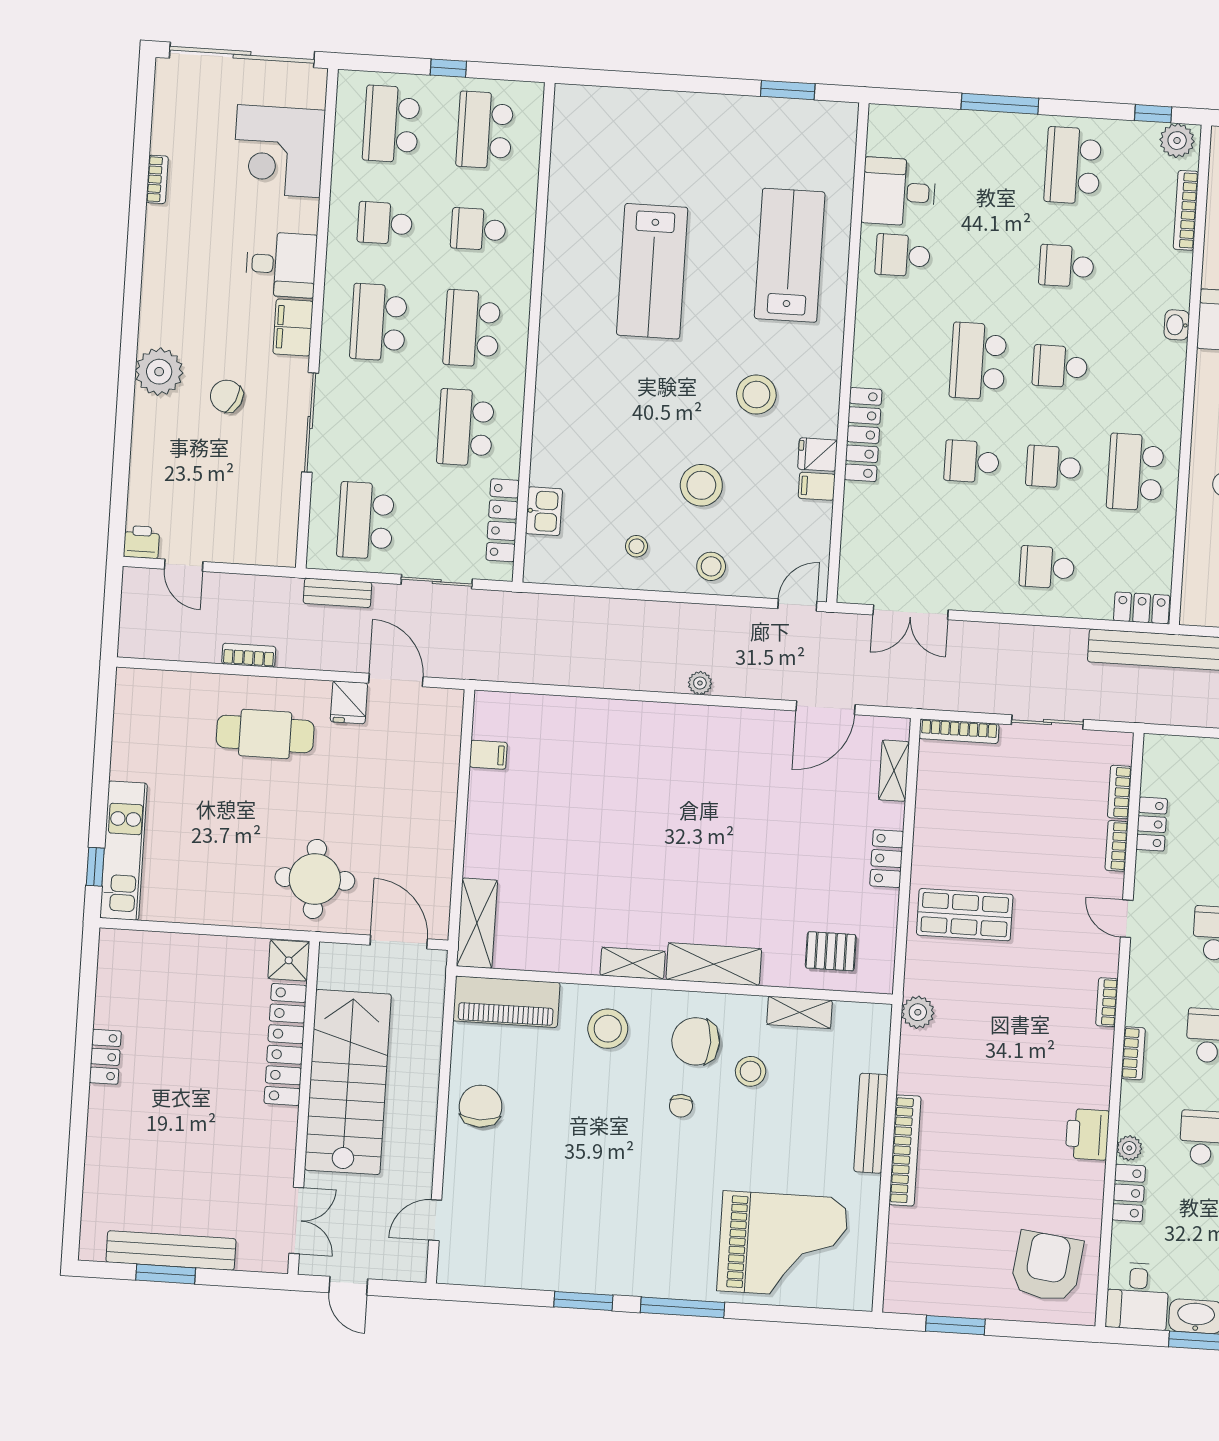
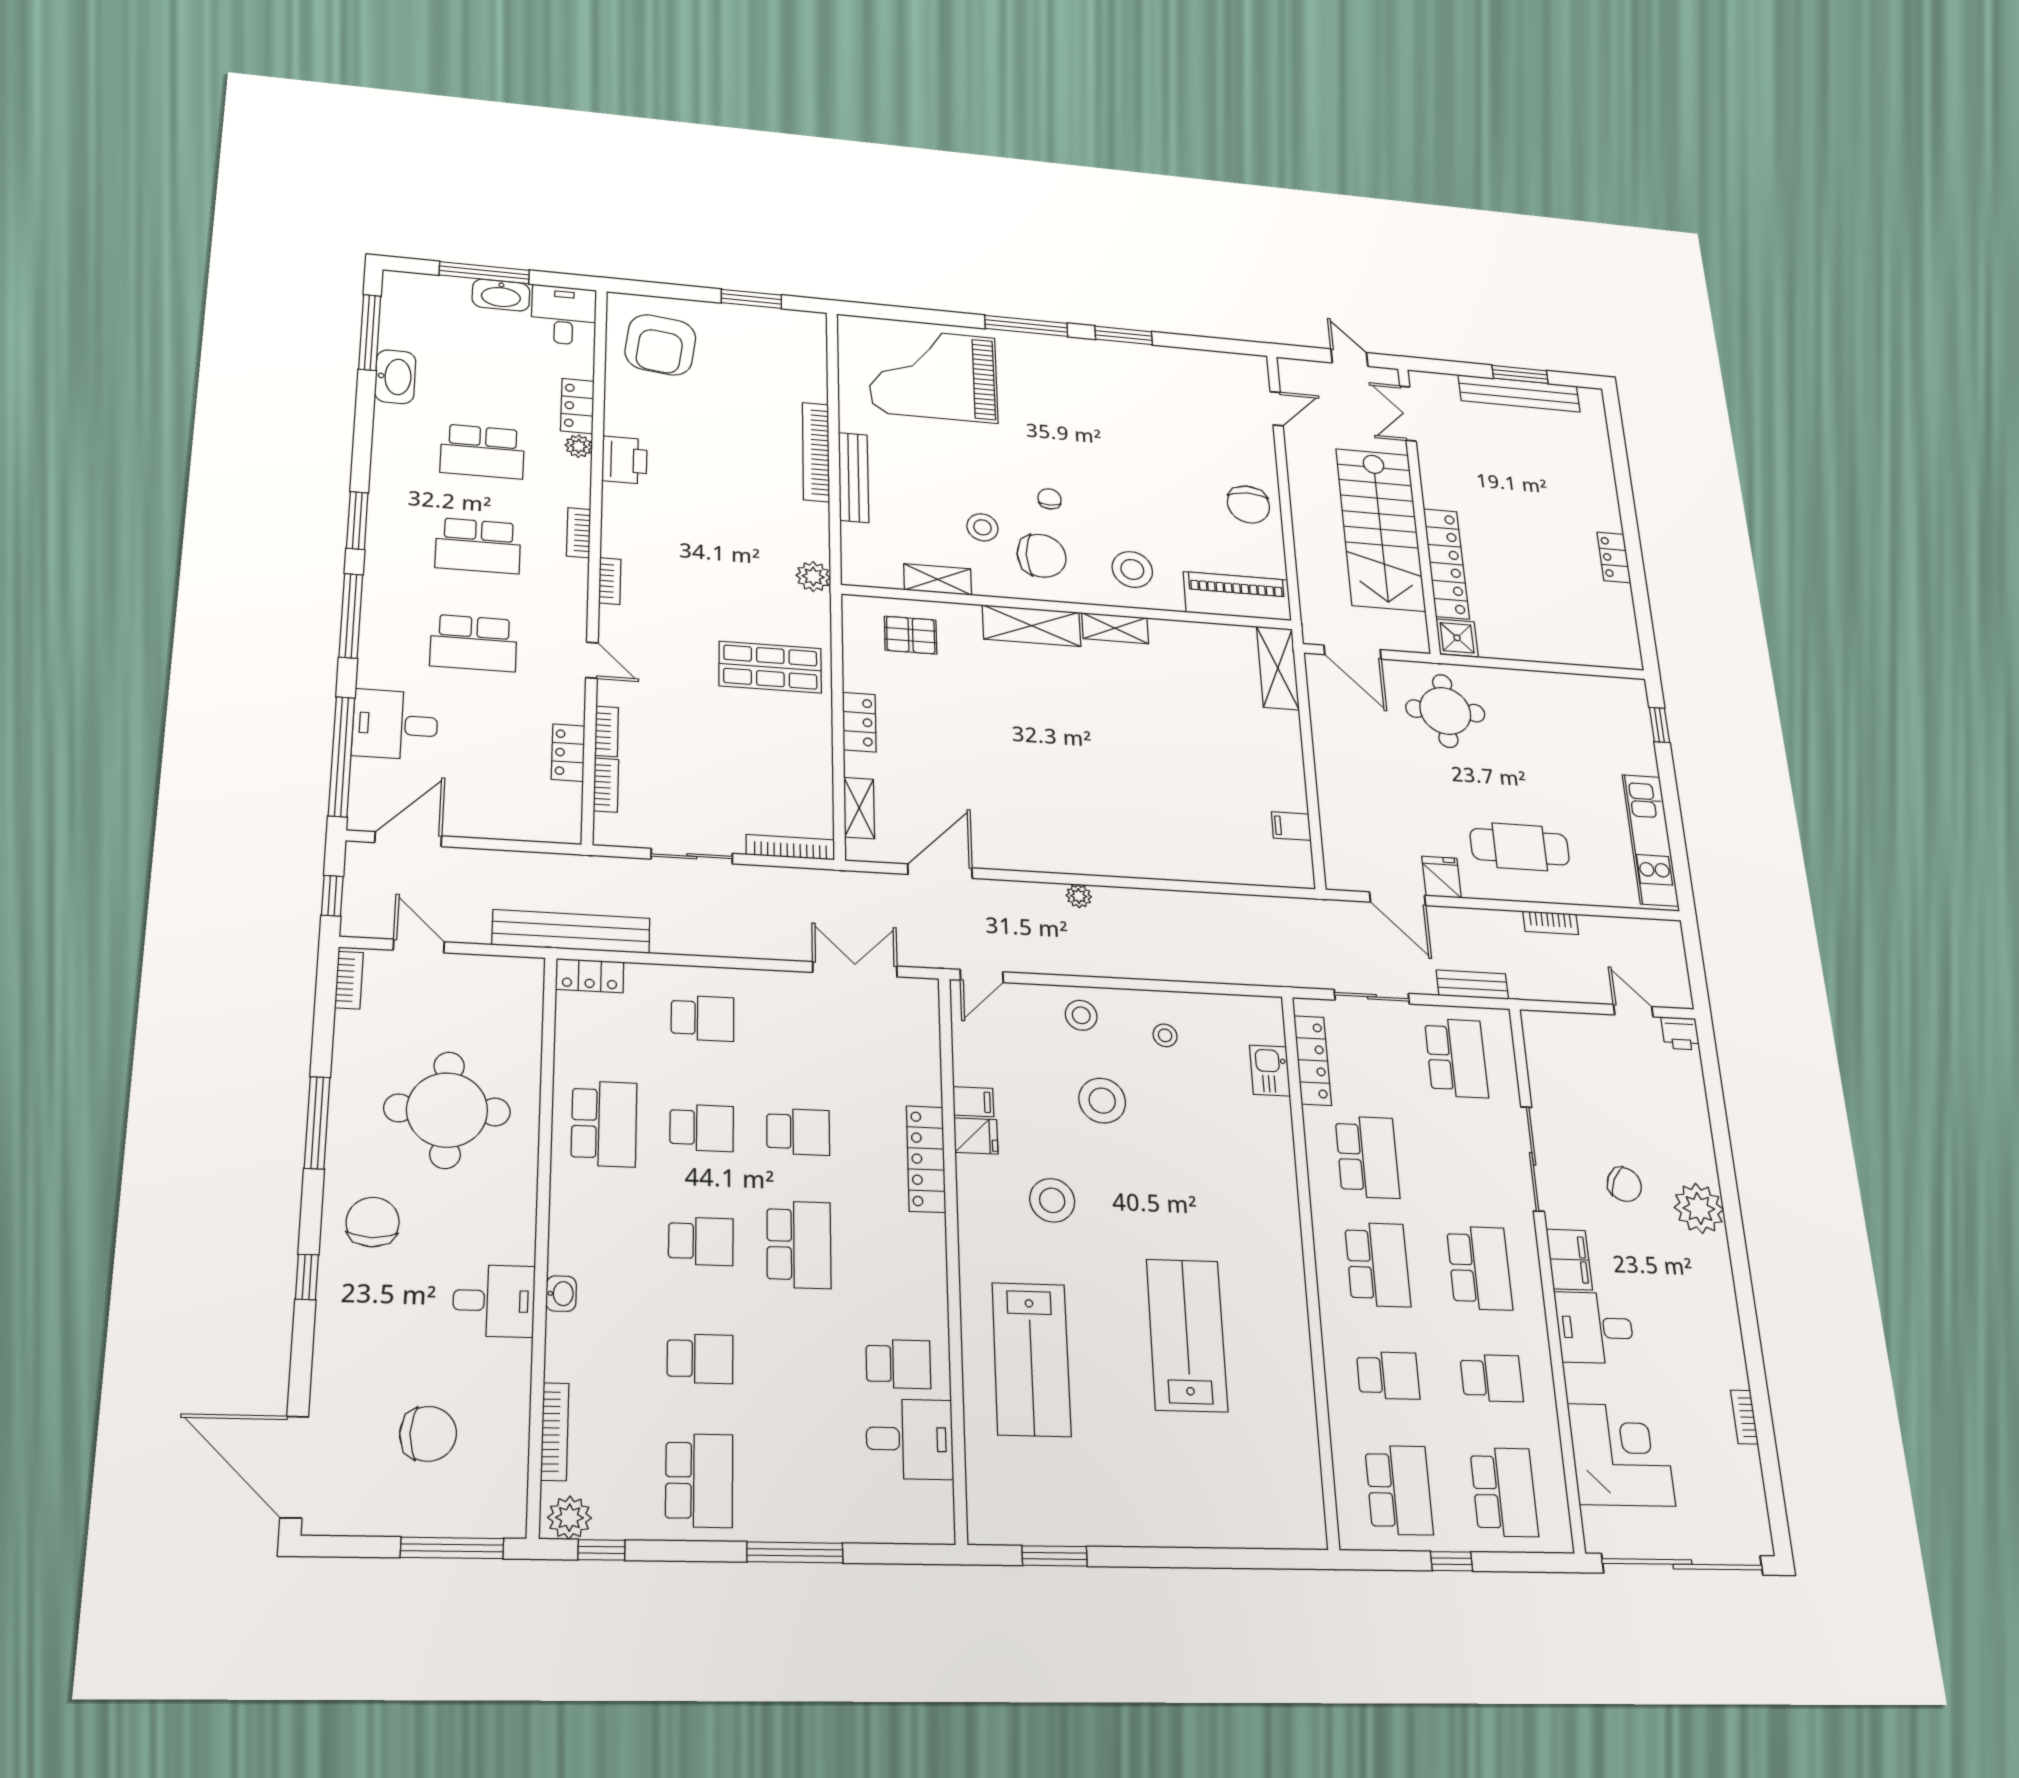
kitchen unit: (124, 851) -> (1650, 840), moved

